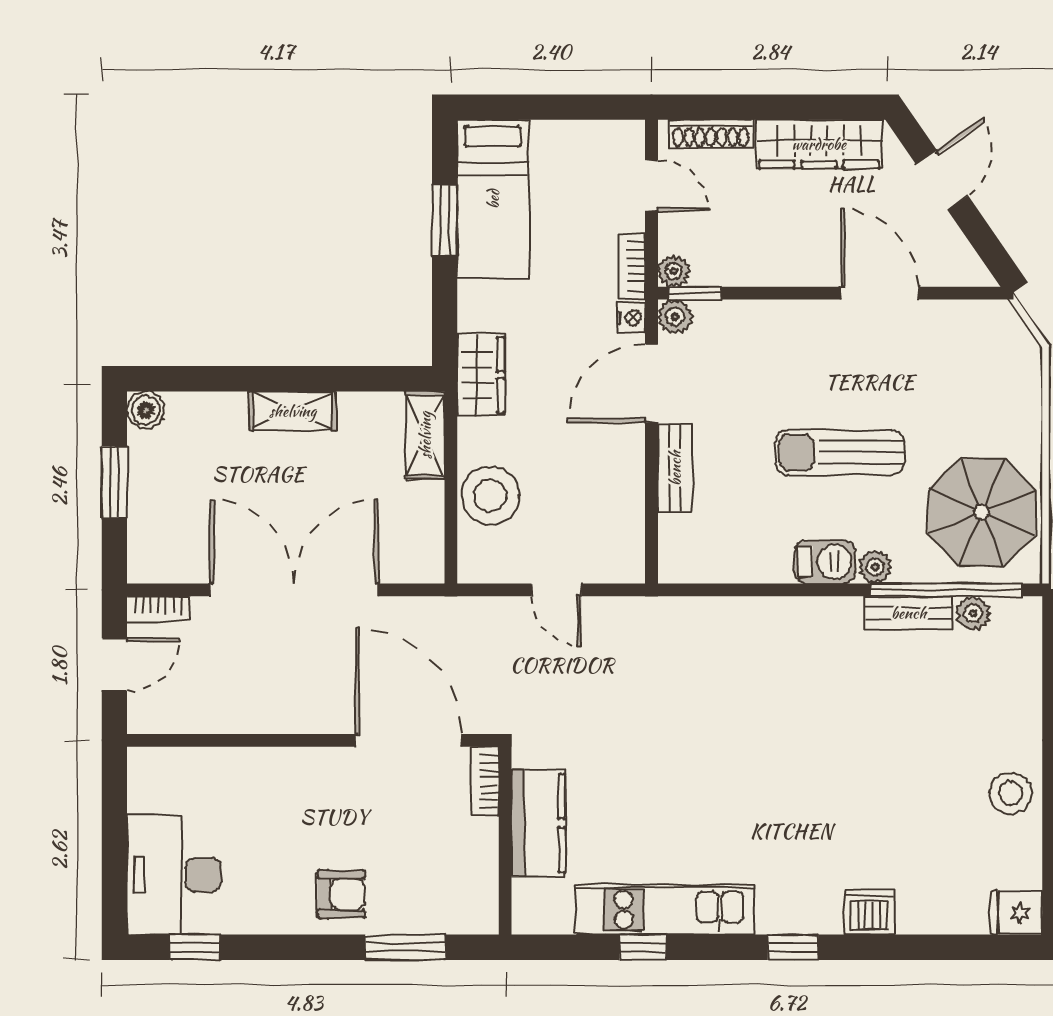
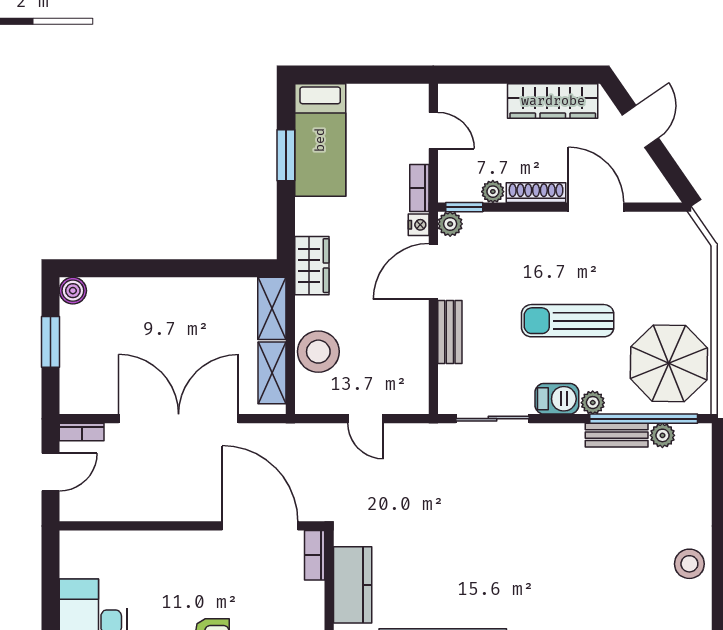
shoe rack: (711, 134) -> (536, 193), moved, turned 180
plant: (674, 271) -> (493, 192), moved
shelving: (293, 411) -> (272, 373), moved, turned 90
sliding door: (735, 590) -> (493, 419), added

